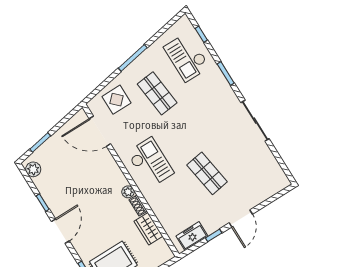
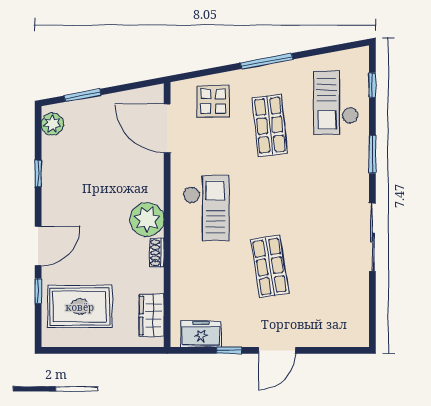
plant: (128, 192) -> (147, 219), width x1.87, depth x1.87
wardrobe: (148, 229) -> (152, 315), moved
door: (60, 231) -> (38, 246), moved

